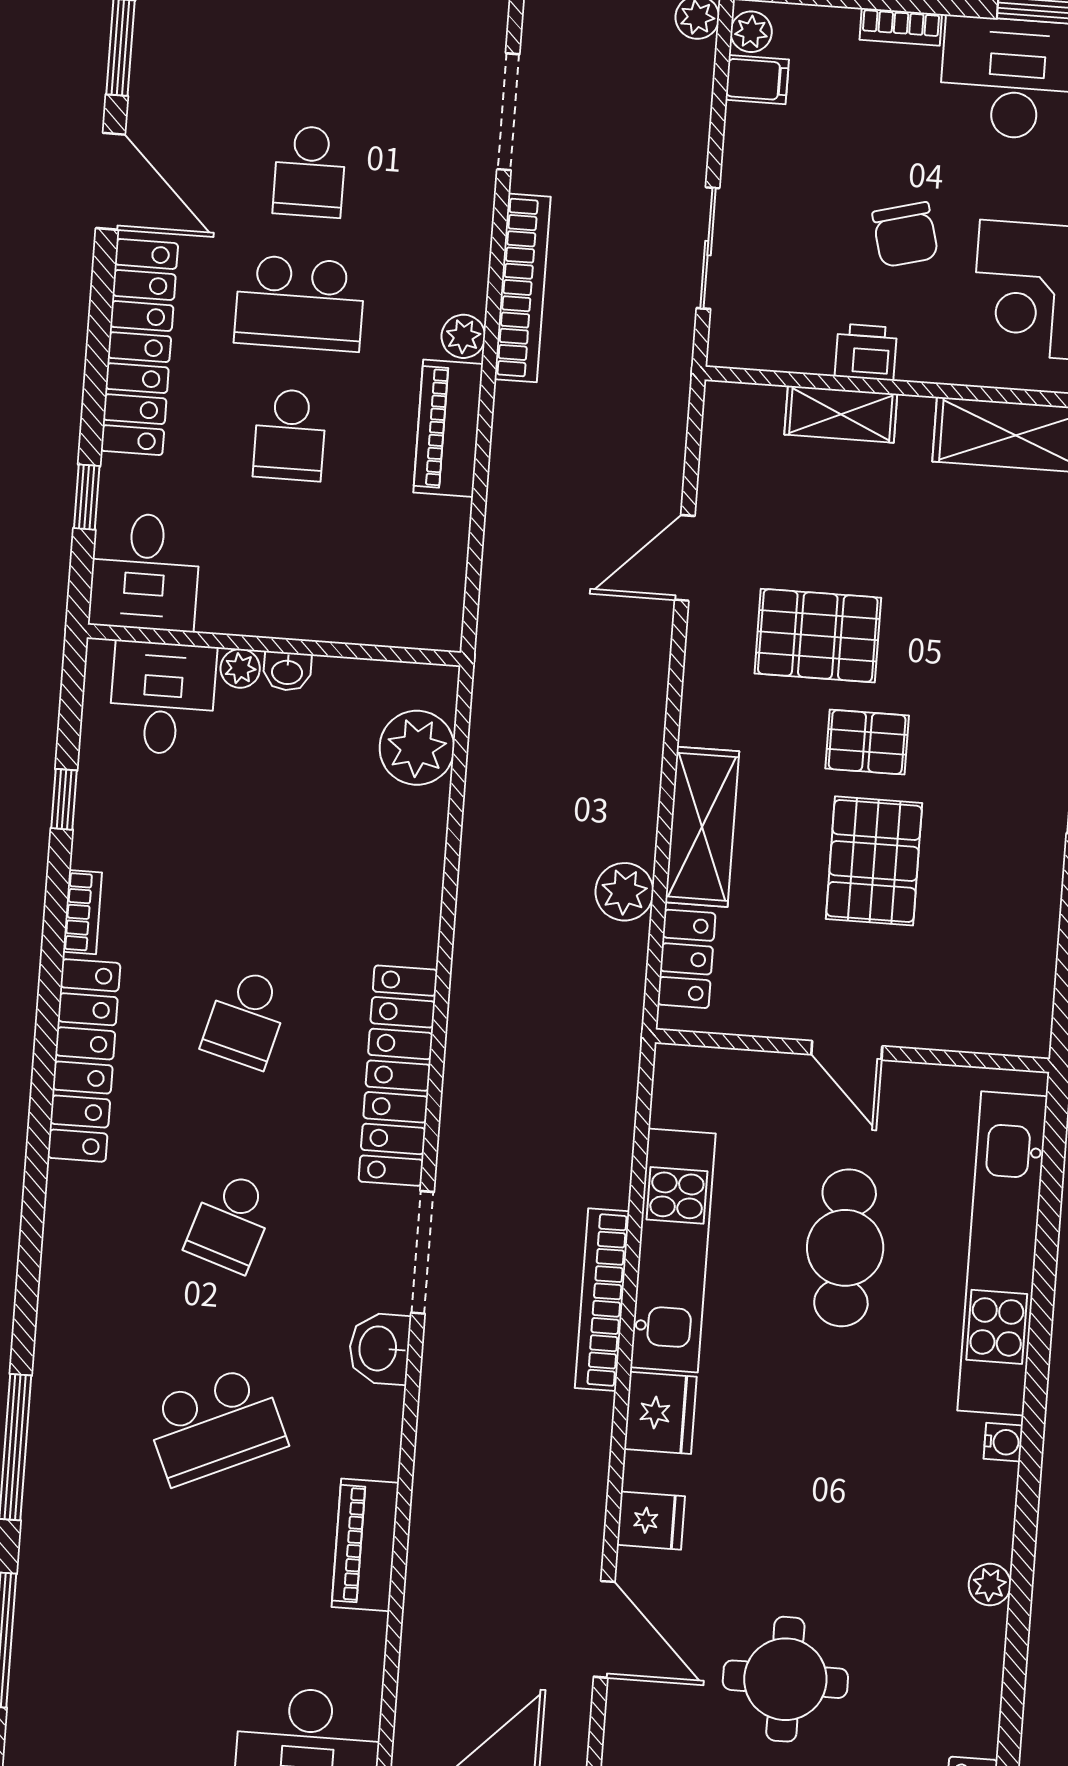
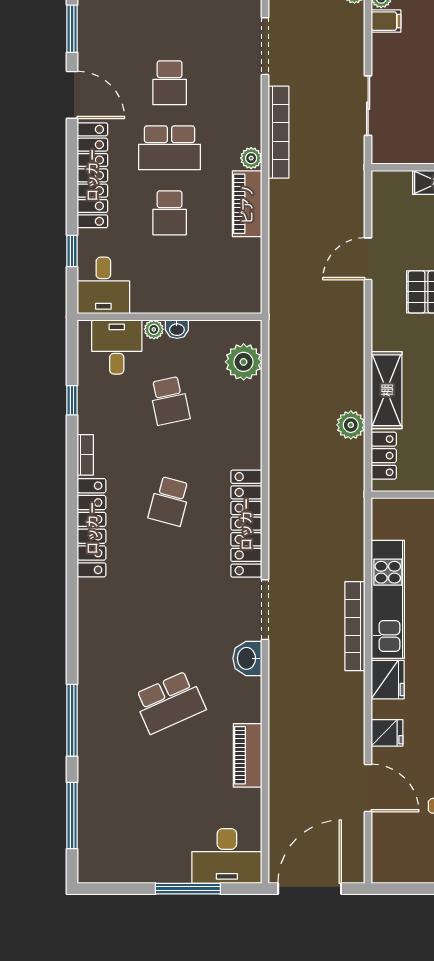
school desk: (231, 1222) -> (170, 401), moved, turned -30

